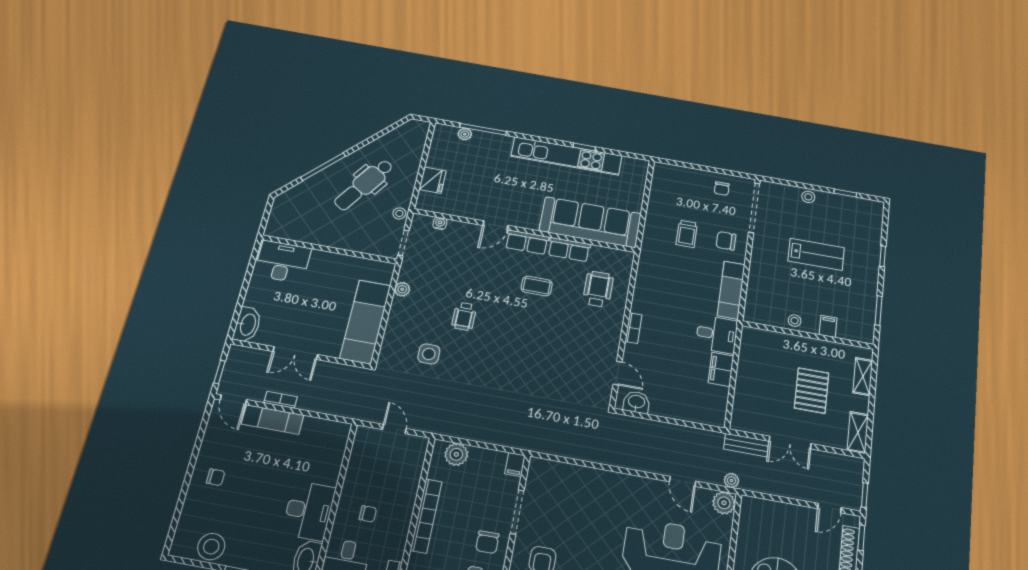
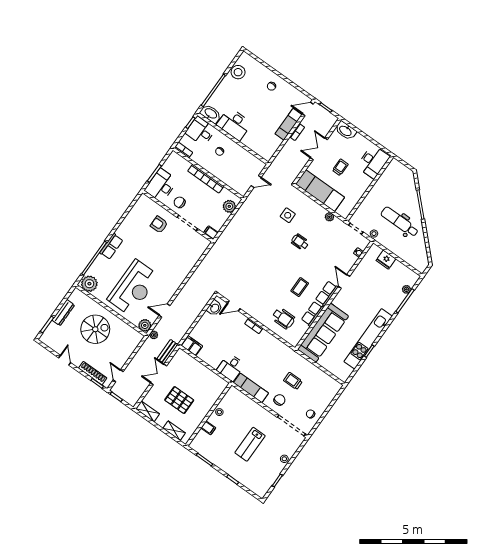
dental chair: (364, 185) -> (400, 222), turned -34
trolley: (313, 307) -> (340, 167), added
filing cabinet: (721, 369) -> (192, 346), moved

